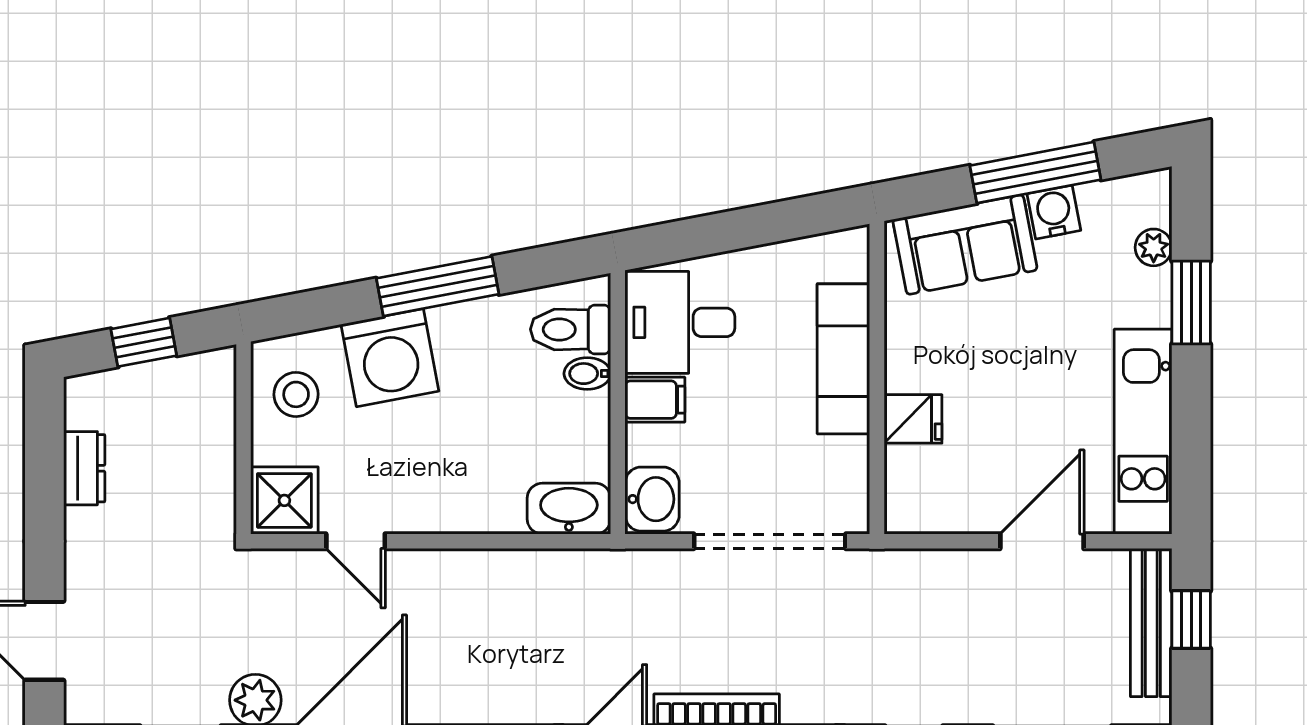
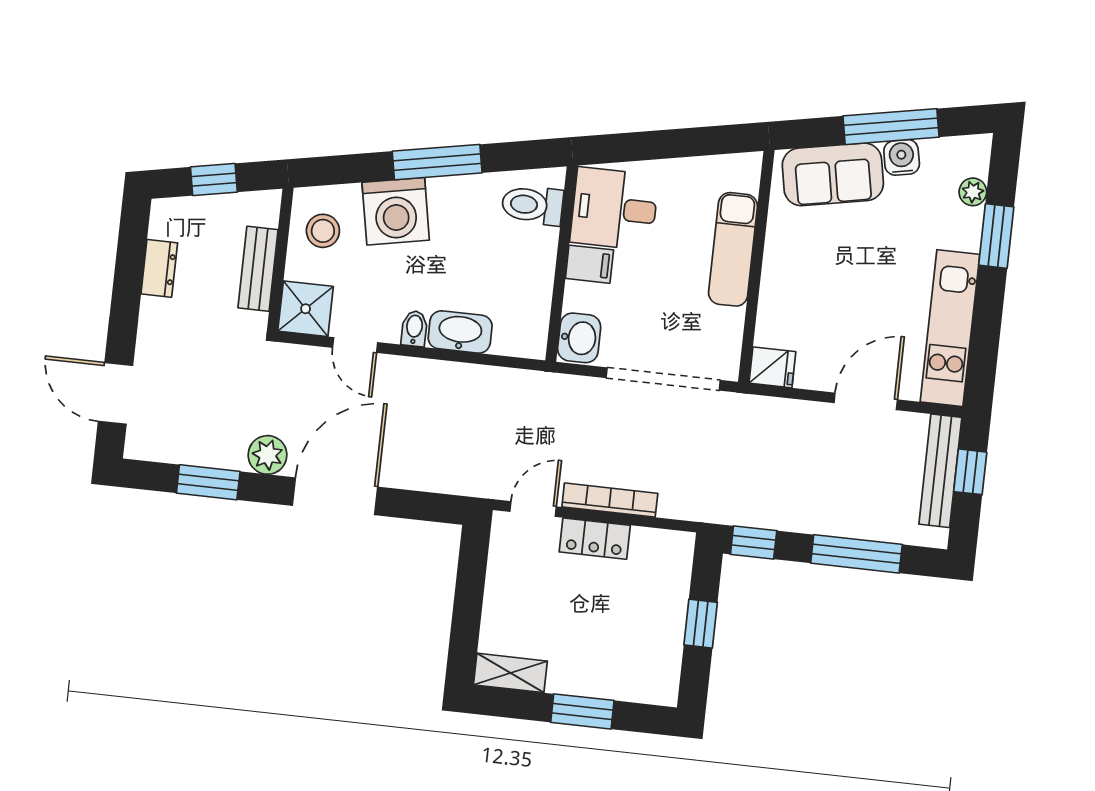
bidet: (587, 374) -> (414, 329), moved, turned 90
fridge: (913, 419) -> (772, 367), moved
bench: (215, 454) -> (258, 269), added
washbasin: (569, 509) -> (460, 332), moved

